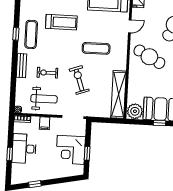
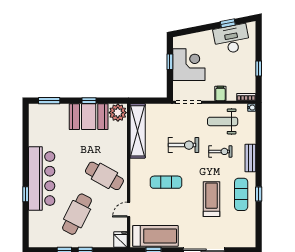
treadmill: (61, 22) -> (212, 199), moved, turned 90
exercise bike: (79, 80) -> (183, 145), turned -71
desk: (24, 149) -> (232, 39), moved, turned -101
window: (10, 154) -> (259, 69), moved

